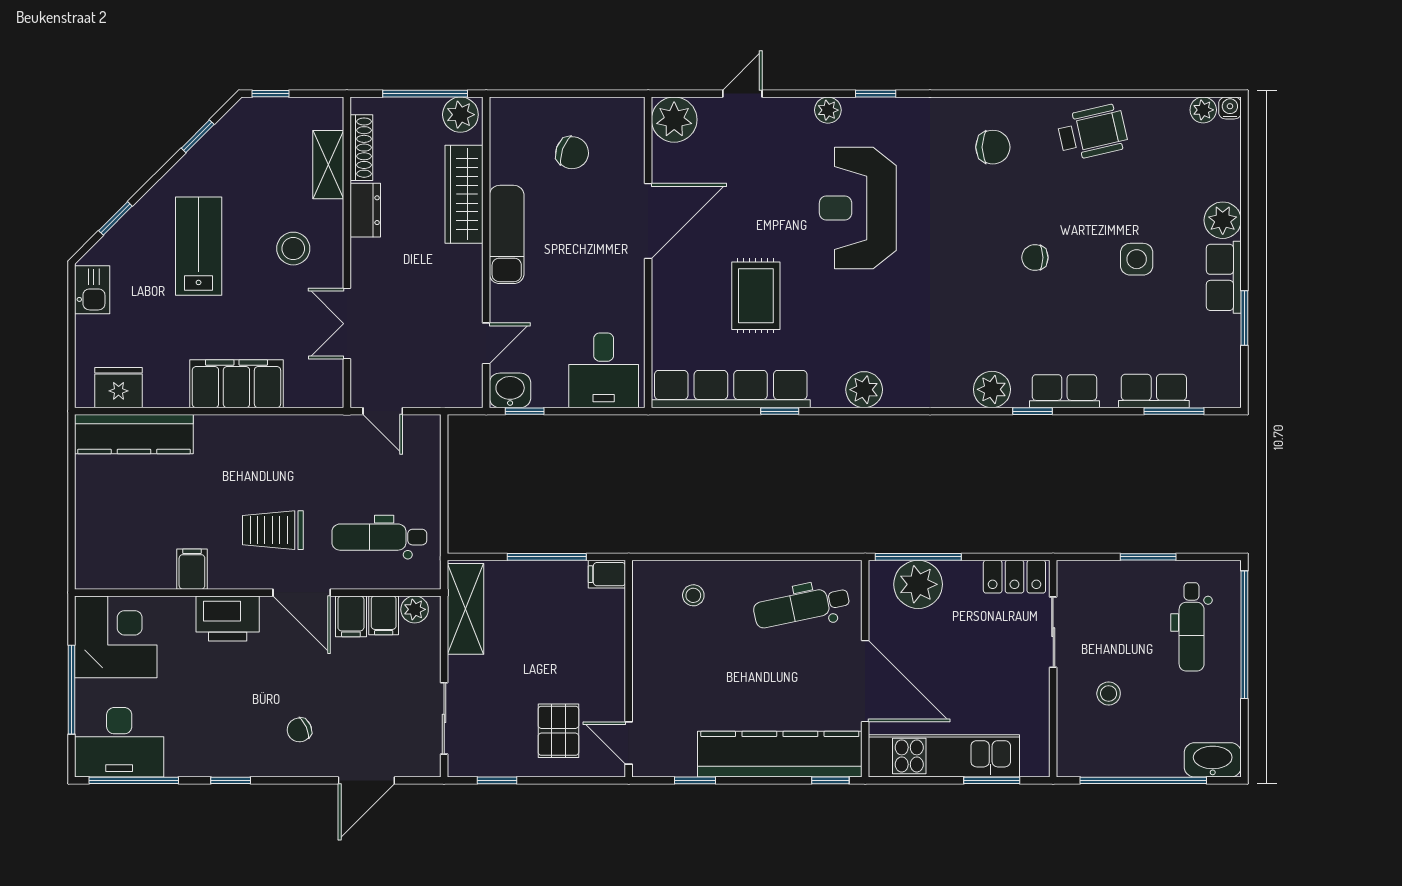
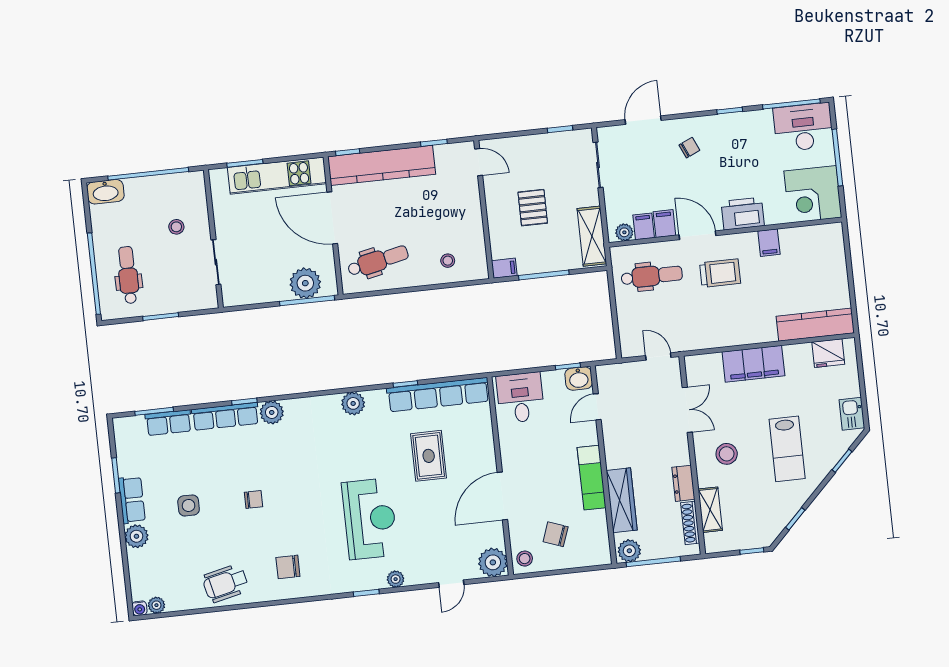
stool: (624, 120) -> (525, 559), added
row of seats: (1064, 391) -> (225, 416), width x1.48
locker: (1014, 577) -> (244, 295), removed
pallet: (558, 731) -> (533, 208), moved

